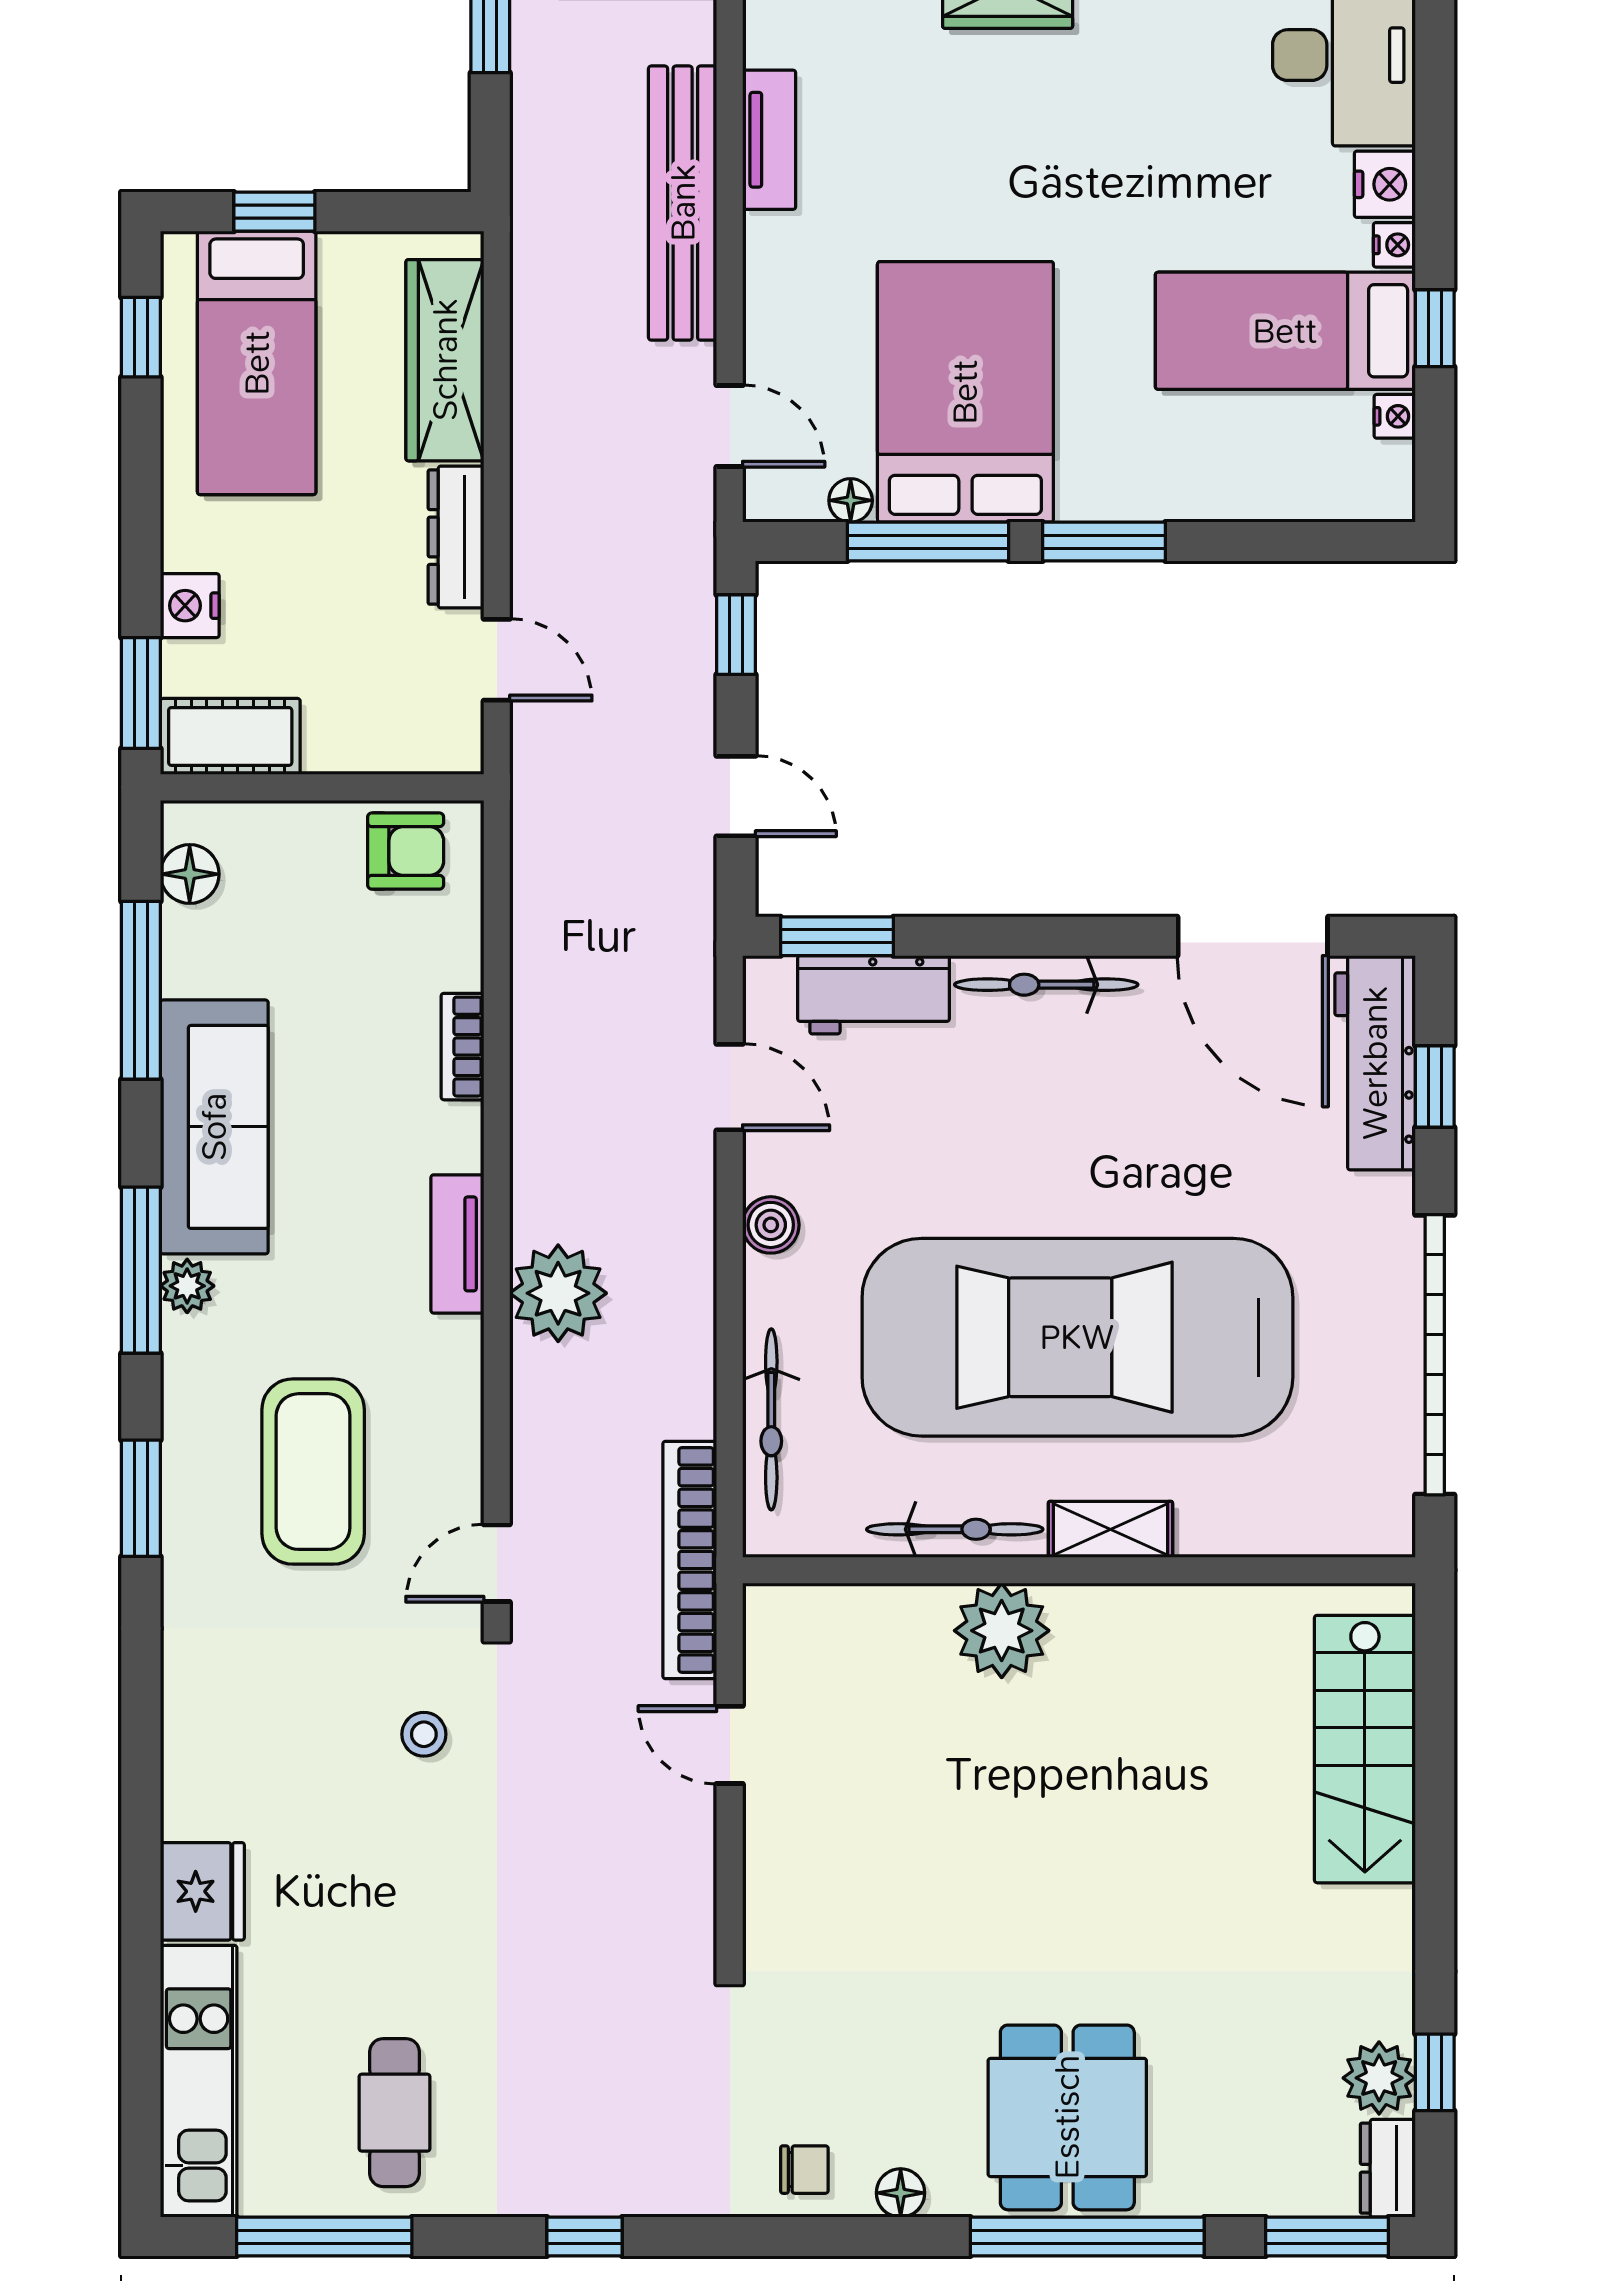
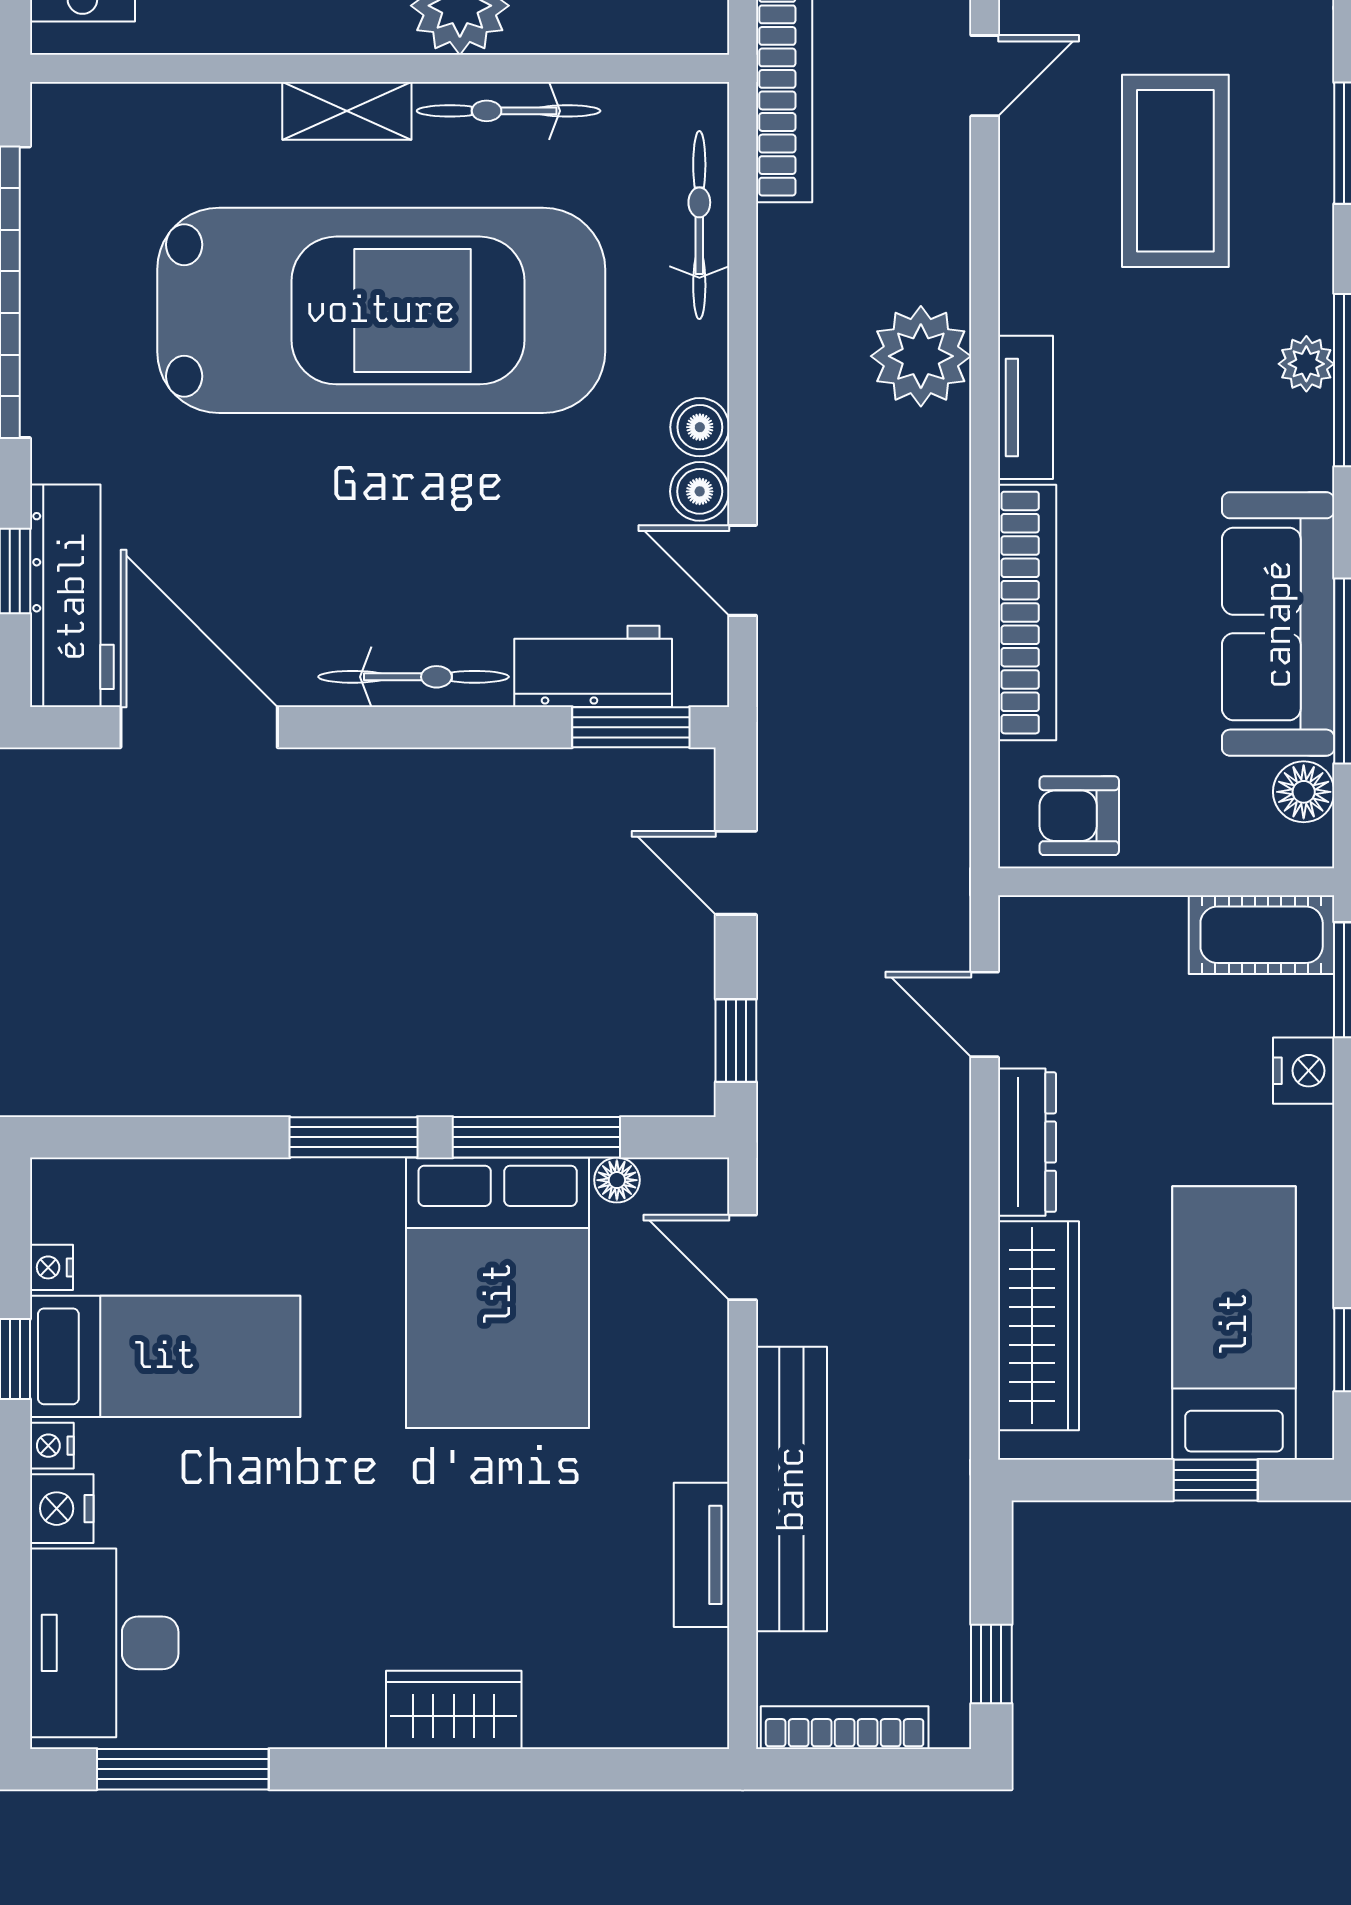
bookcase: (462, 1047) -> (1027, 613), width x2.31, depth x1.31
sofa: (214, 1127) -> (1278, 624), moved
boiler: (771, 1163) -> (700, 491), added

